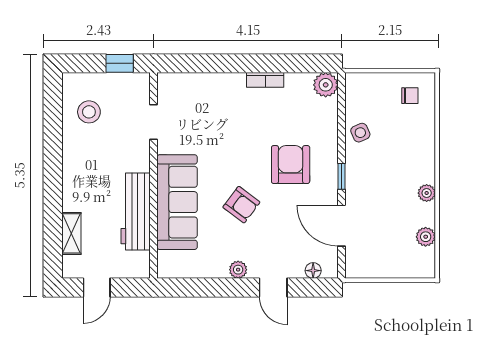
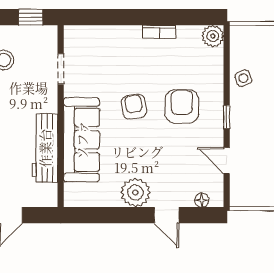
armchair: (241, 205) -> (134, 107), moved, turned -136
door: (341, 226) -> (227, 161), width x0.73
plant: (238, 270) -> (135, 193), width x1.88, depth x1.88

